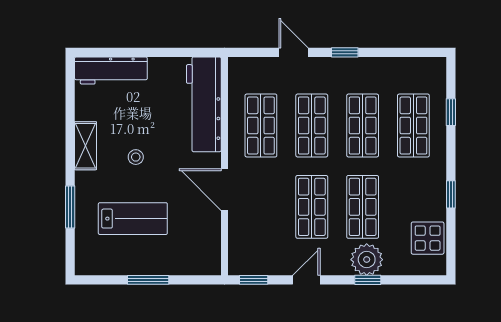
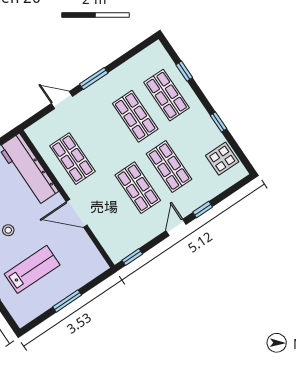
window: (345, 52) -> (94, 79), width x1.50
shop shelf: (312, 126) -> (104, 137), removed
plant: (367, 260) -> (194, 197), removed
door: (306, 280) -> (176, 227), moved

